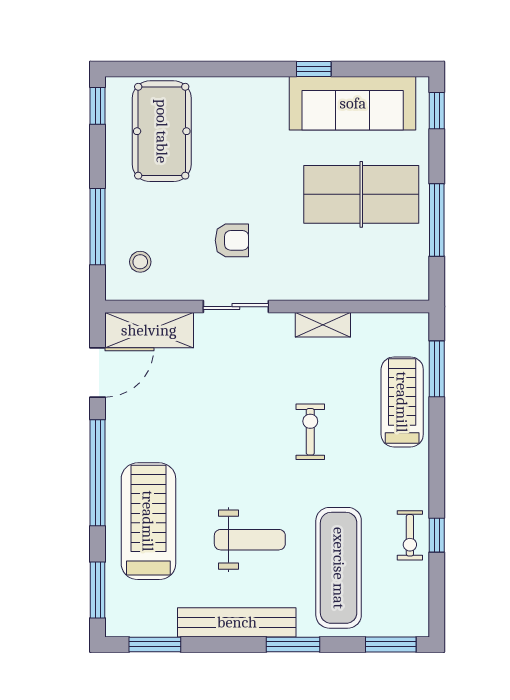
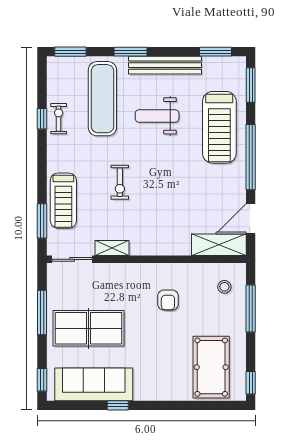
armchair: (232, 240) -> (168, 300), turned -90
sliding door: (236, 307) -> (72, 259), moved

